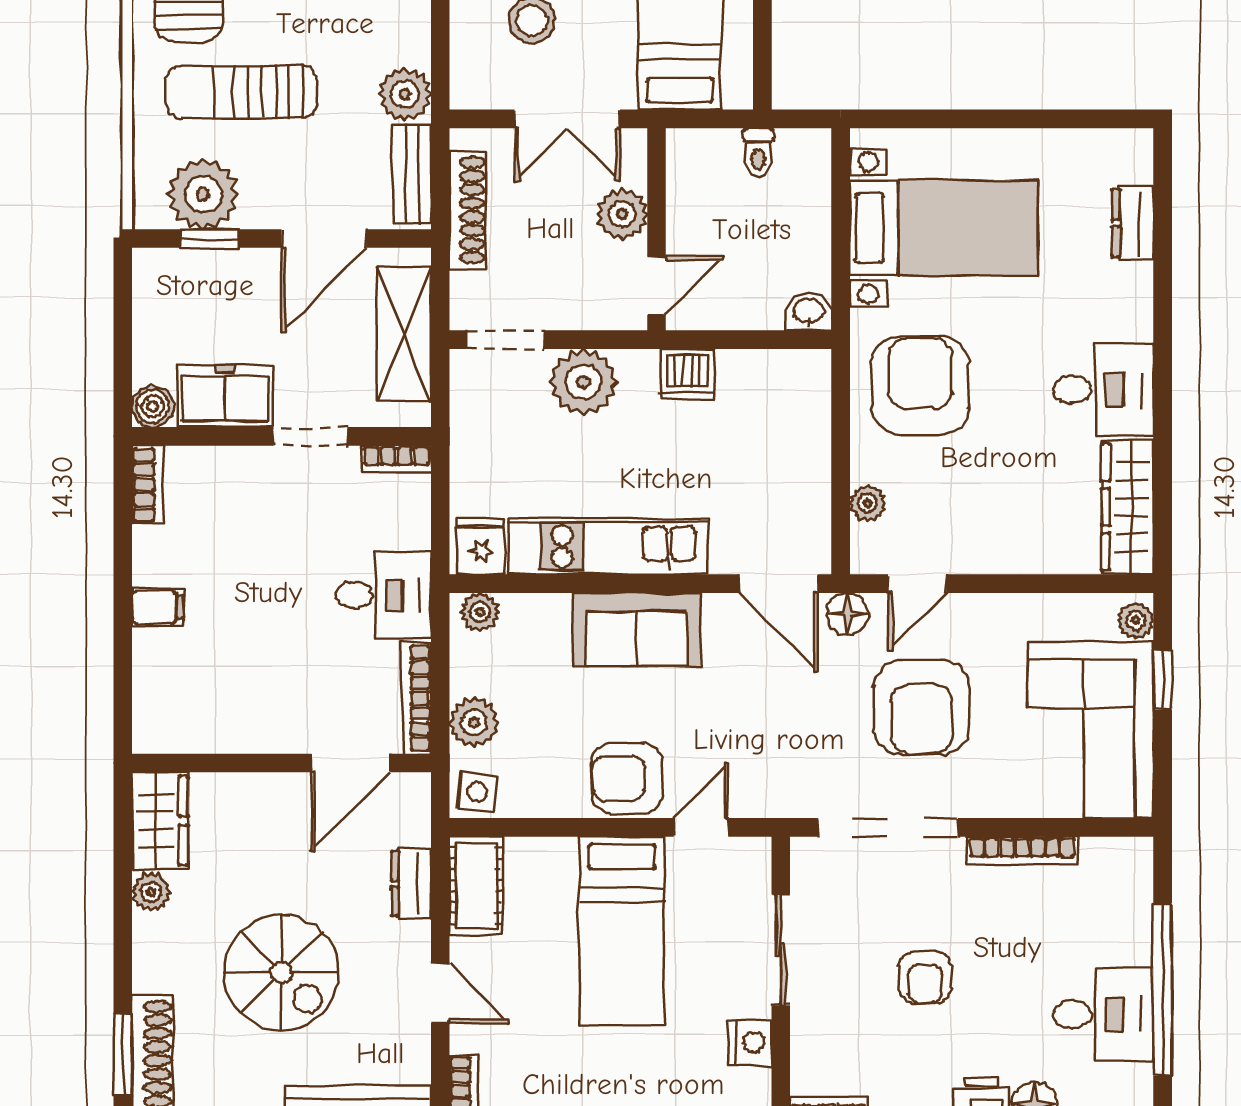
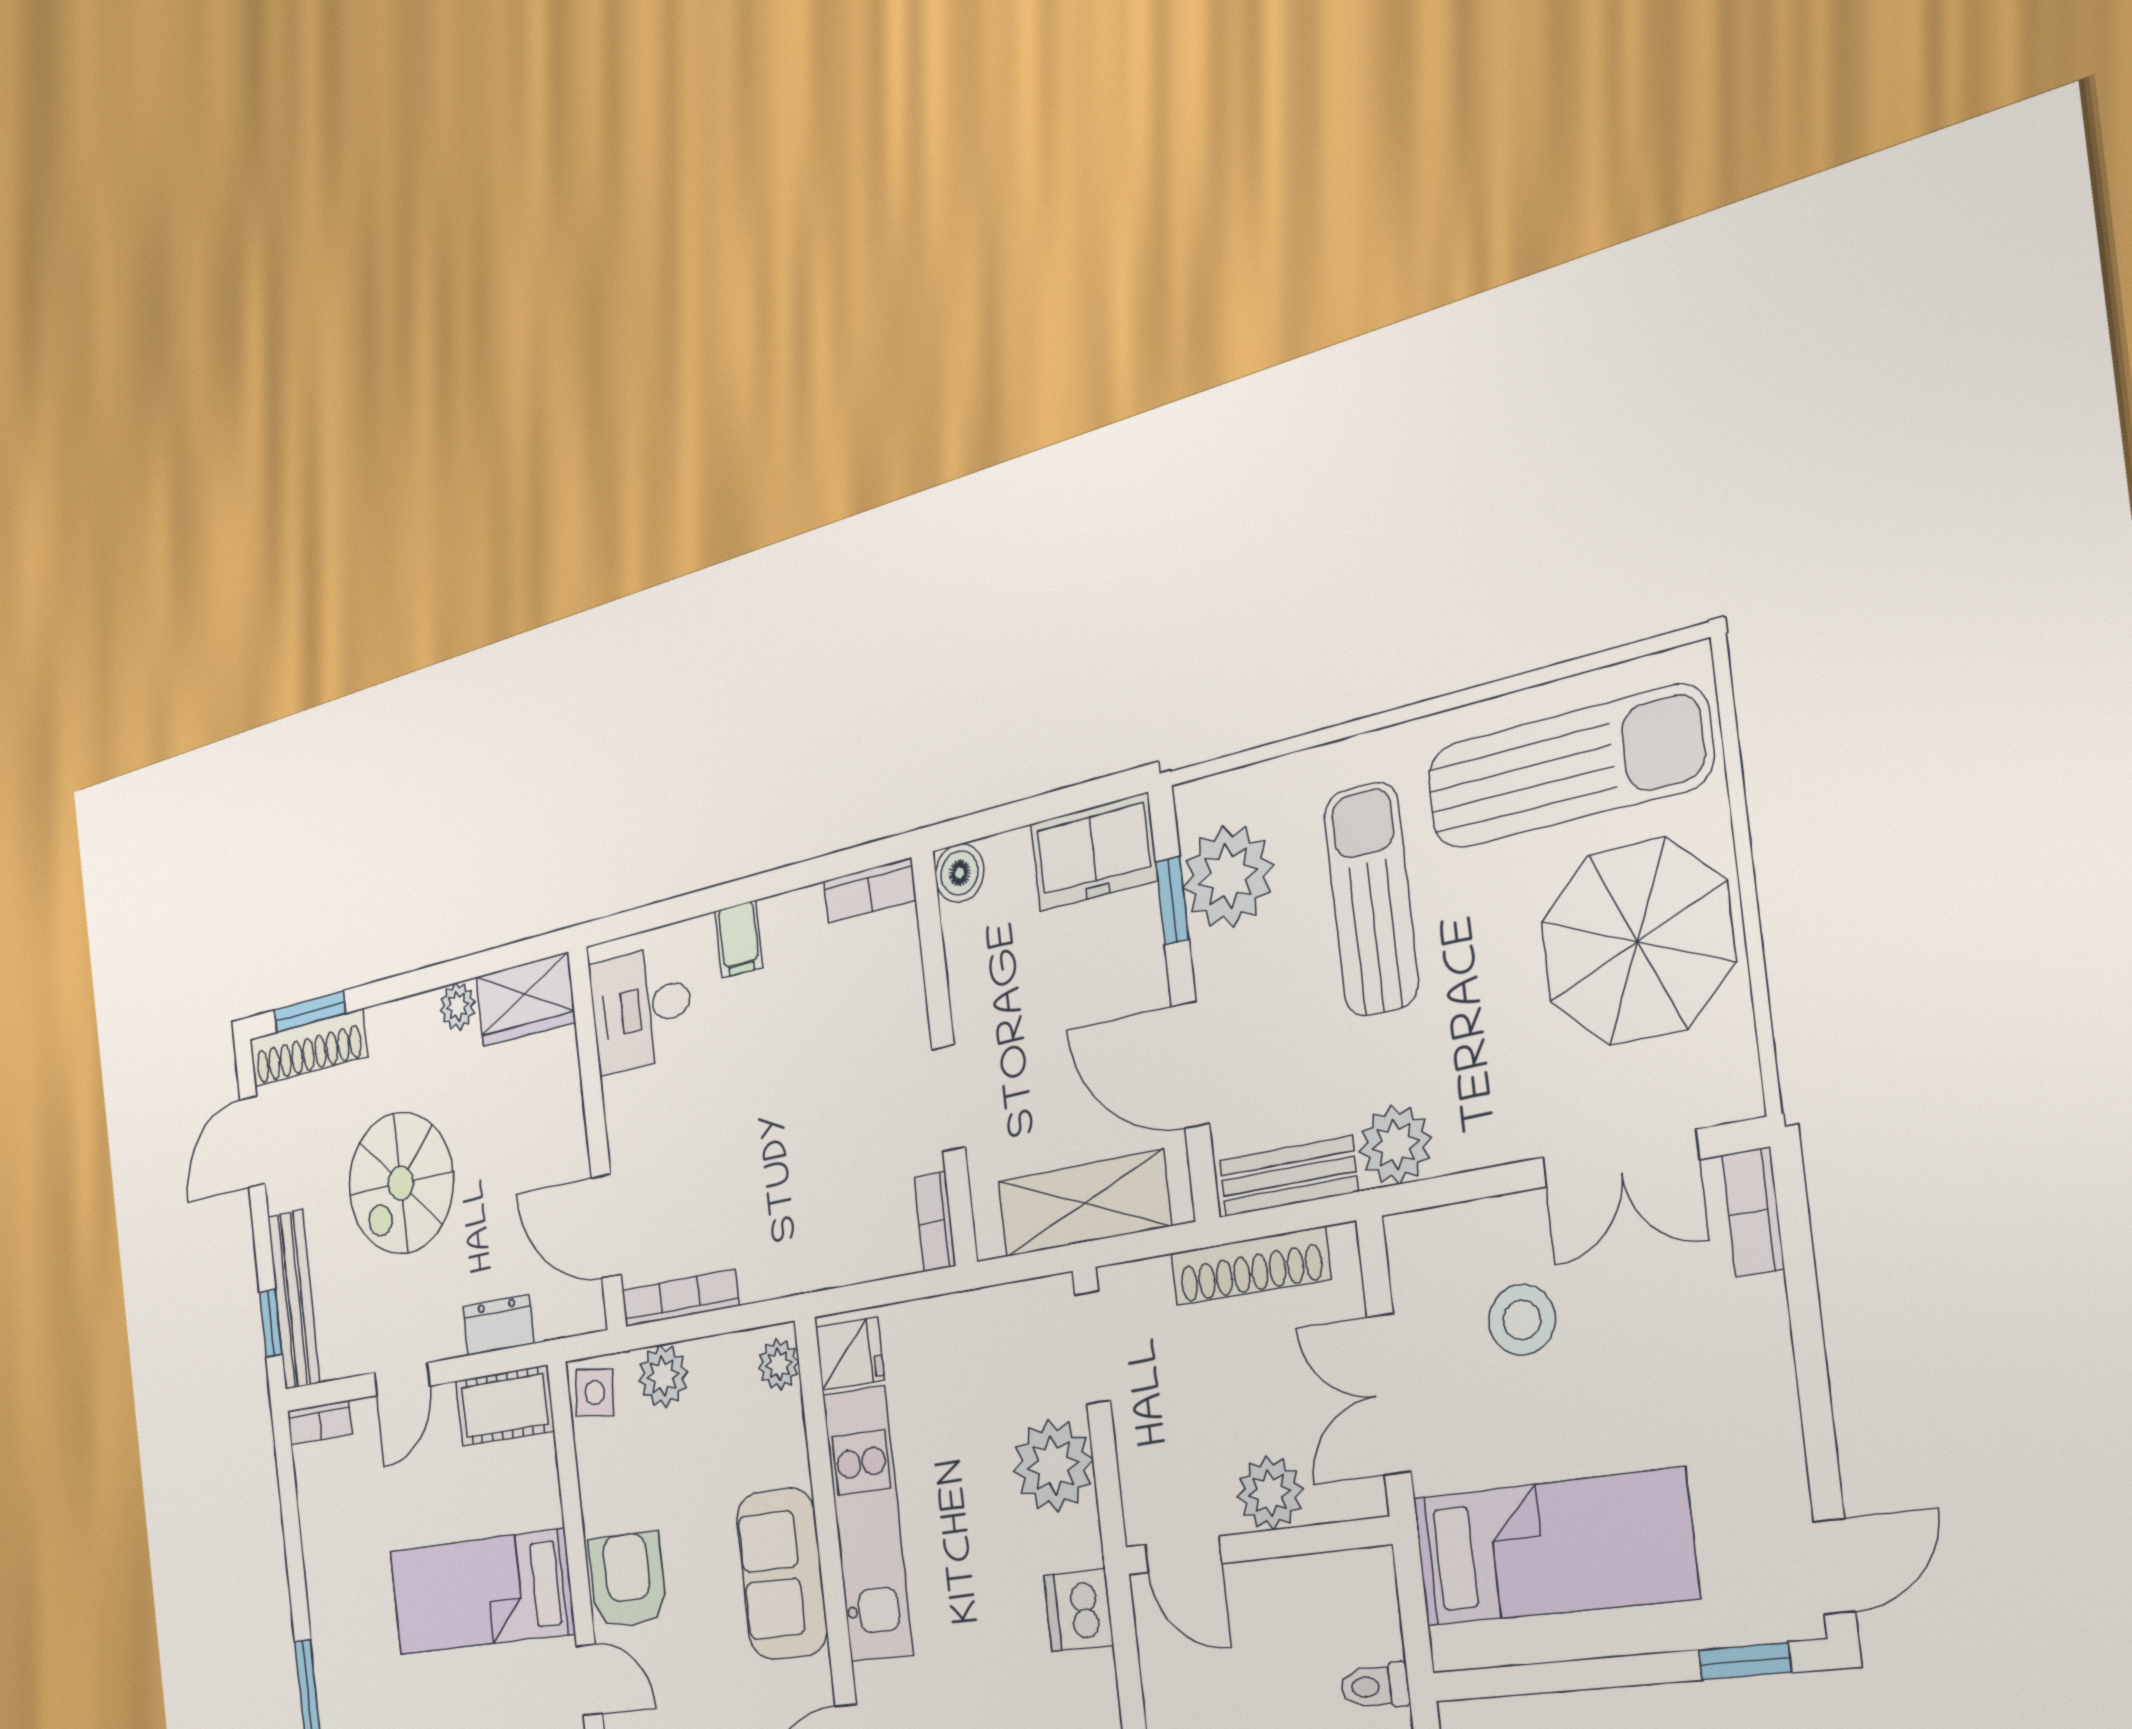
freezer: (225, 396) -> (1094, 852), moved, turned 90
desk: (384, 595) -> (641, 1009), moved, turned 90

